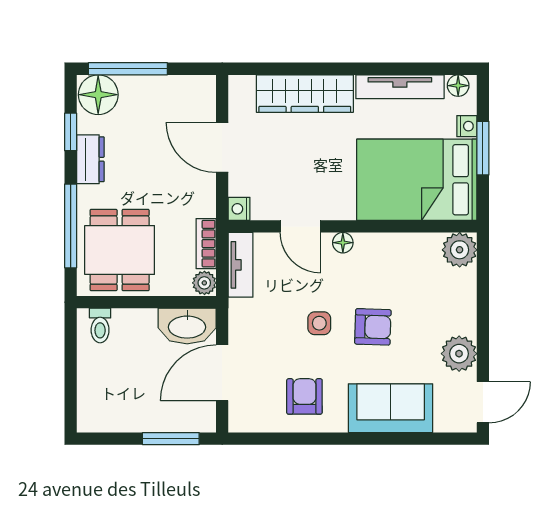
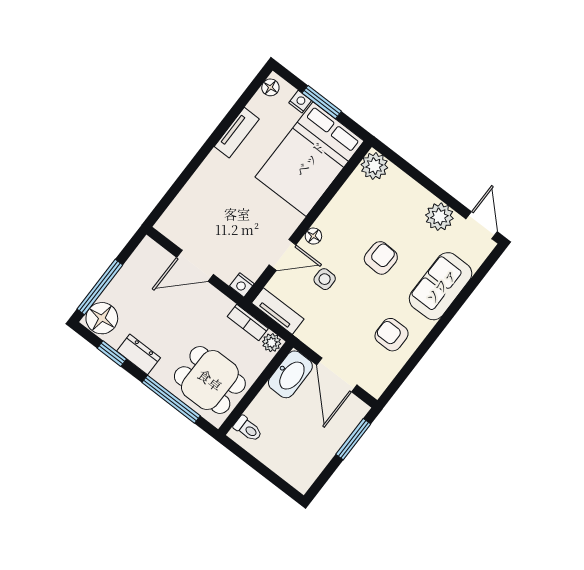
tv unit: (400, 87) -> (237, 133), width x0.71
wardrobe: (305, 94) -> (201, 188), removed
side table: (319, 323) -> (325, 279), moved

